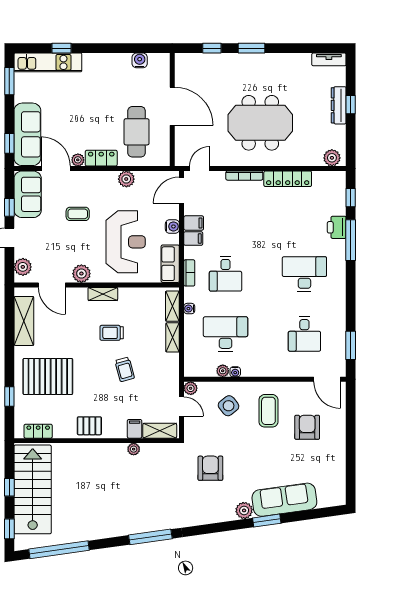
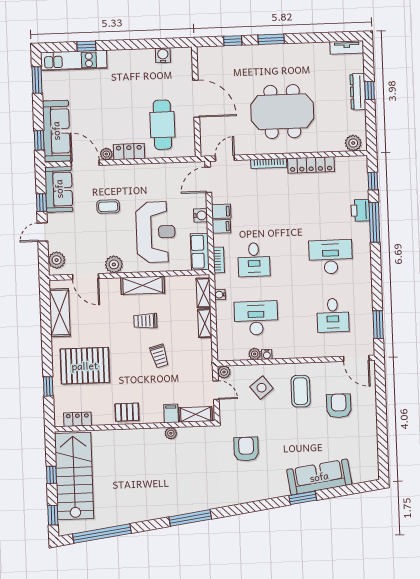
plant: (126, 179) -> (154, 171), removed
shelving: (103, 294) -> (143, 285), width x1.50, depth x1.33
plant: (244, 510) -> (280, 489), removed

